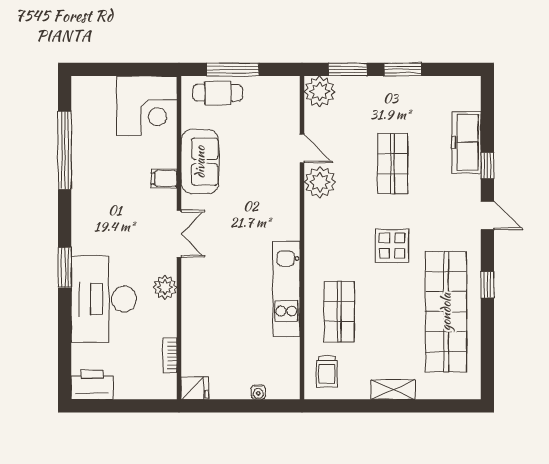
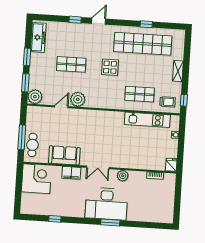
freezer: (467, 142) -> (38, 37), moved, turned -90
window: (65, 150) -> (55, 219), width x0.32
filing cabinet: (164, 179) -> (71, 173), width x2.00
double door: (179, 234) -> (98, 167), swing flipped
window: (487, 285) -> (146, 24), moved
kitchen unit: (286, 289) -> (147, 120), moved
desk: (104, 299) -> (106, 204), moved
printer: (92, 385) -> (166, 213), removed
window: (332, 406) -> (184, 100), added

